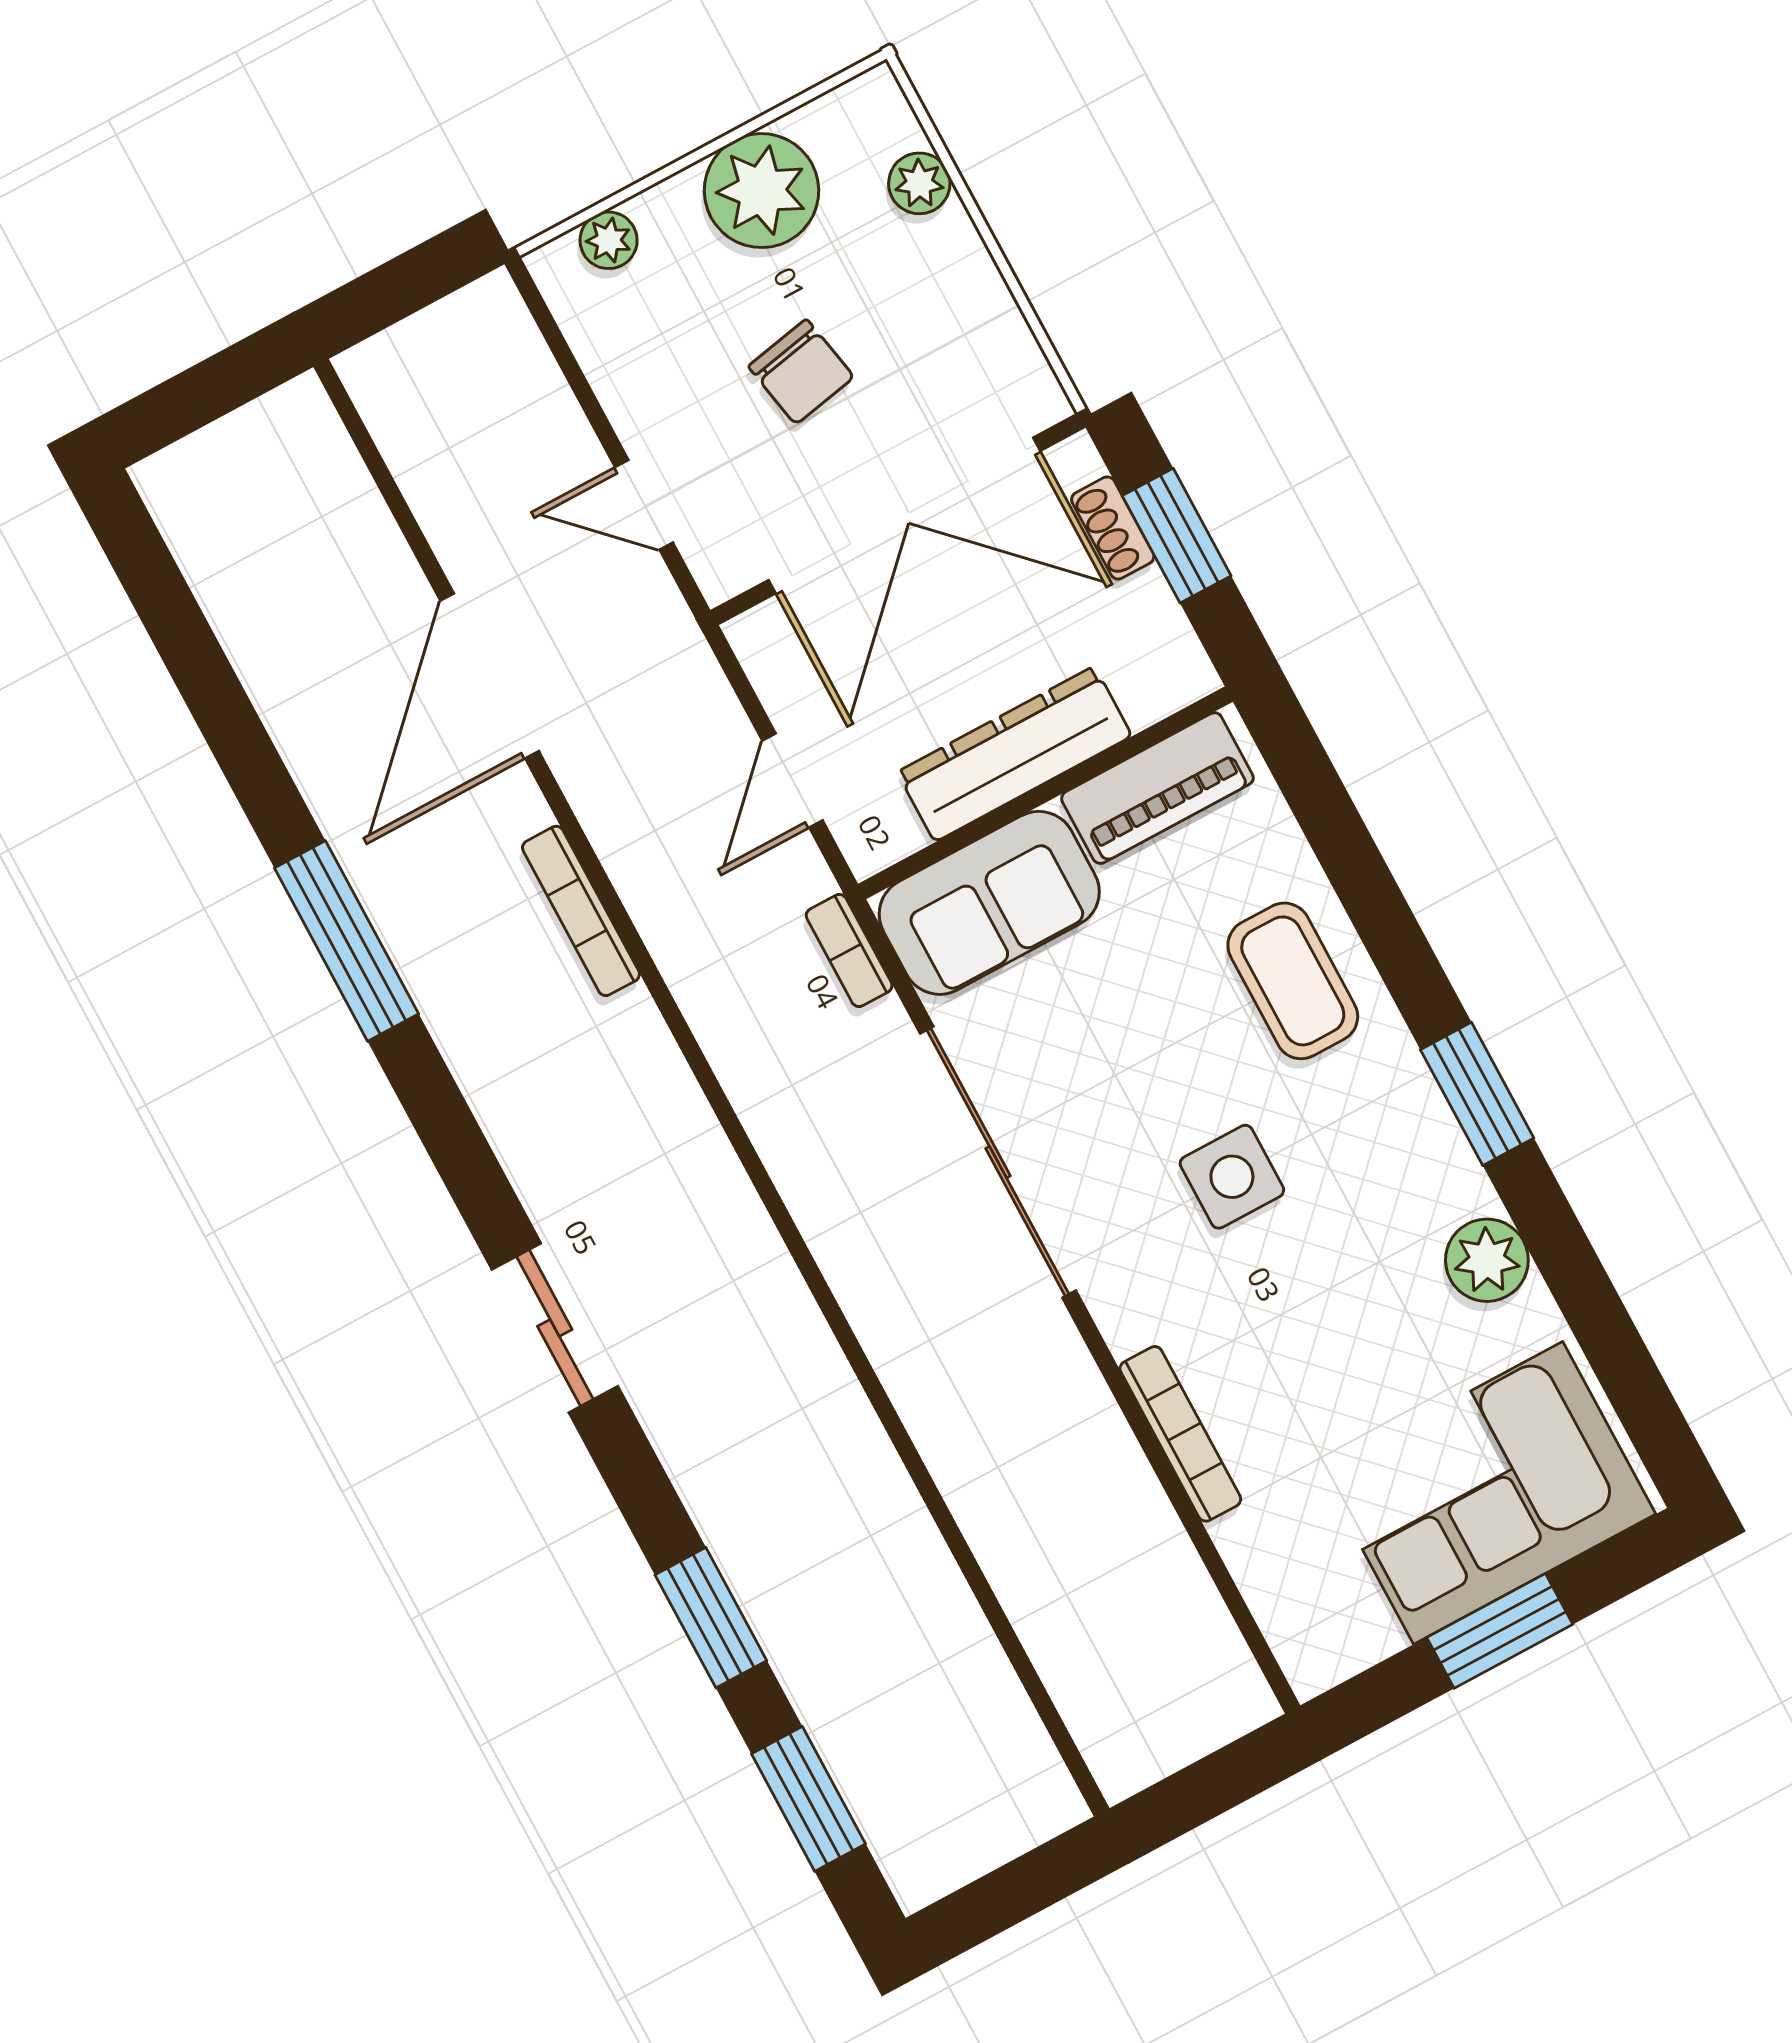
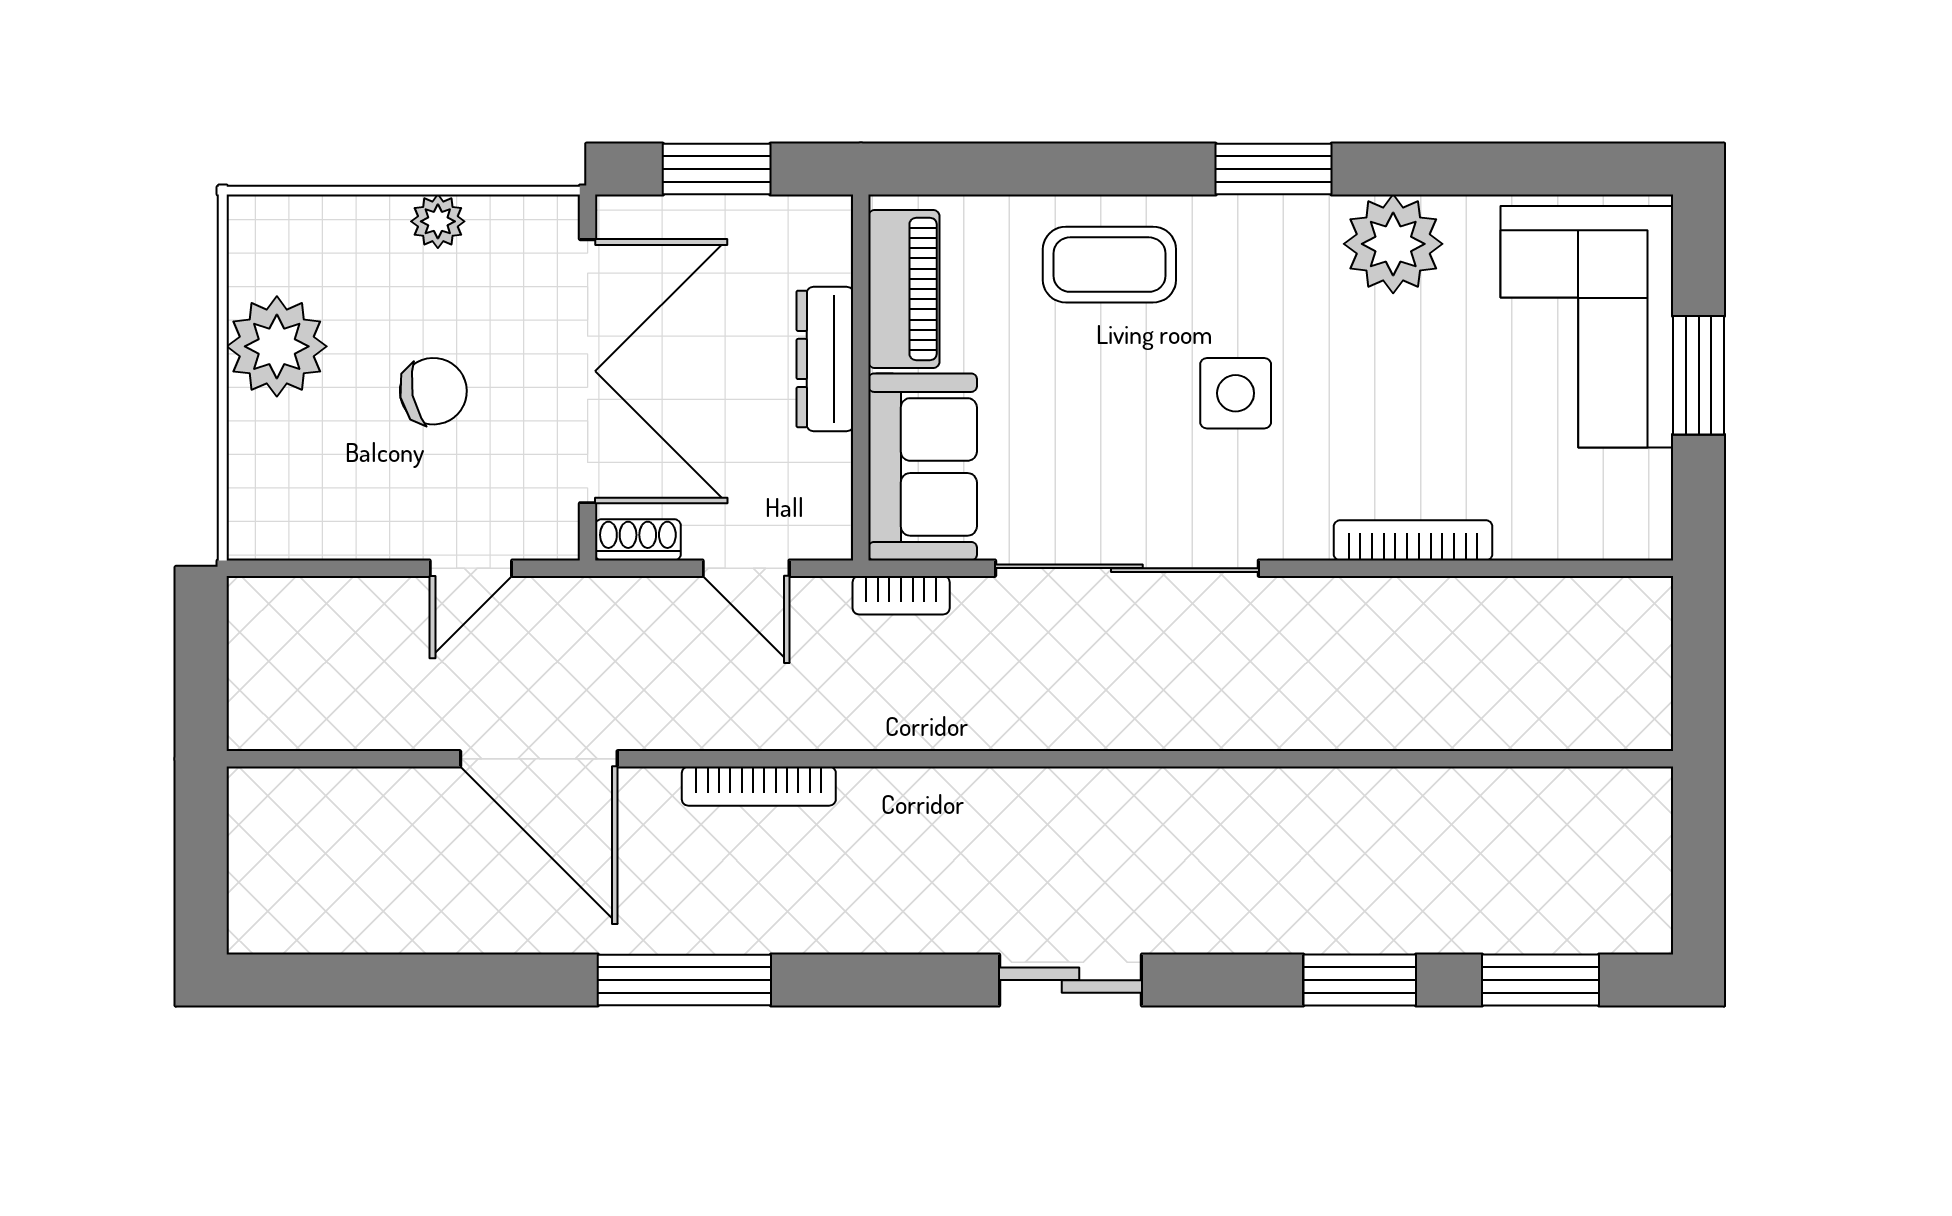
plant: (919, 183) -> (438, 221), moved
plant: (609, 240) -> (252, 485), removed
shoe rack: (1113, 528) -> (638, 540), moved, turned 180
dresser: (1015, 754) -> (825, 359), width x0.73, depth x0.80
plant: (1487, 1260) -> (1393, 244), width x1.36, depth x1.36

